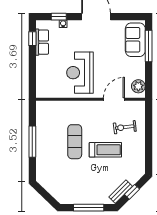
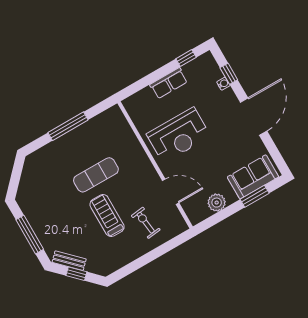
row of seats: (42, 42) -> (169, 83), moved
window: (149, 46) -> (255, 196), width x0.69
reception desk: (80, 73) -> (179, 135), turned 180
plant: (138, 86) -> (217, 203), moved
treadmill: (105, 150) -> (107, 216), turned 180

